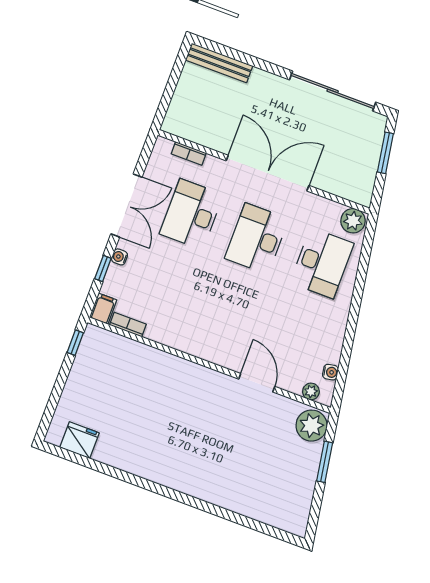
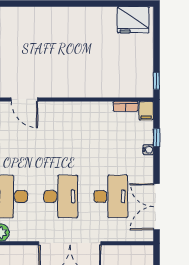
bookcase: (189, 153) -> (128, 237), removed
double door: (126, 206) -> (156, 207), moved
fridge: (79, 440) -> (133, 20), width x1.36, depth x1.34

